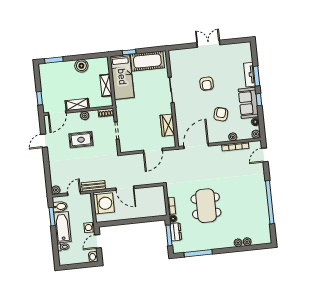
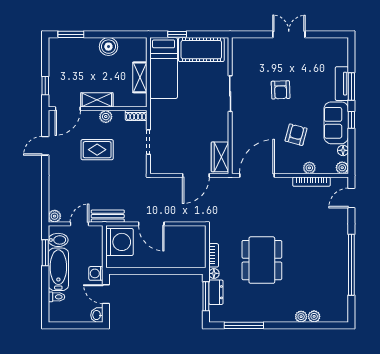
wardrobe: (167, 125) -> (220, 157), moved
door: (98, 241) -> (106, 294), hinge flipped

